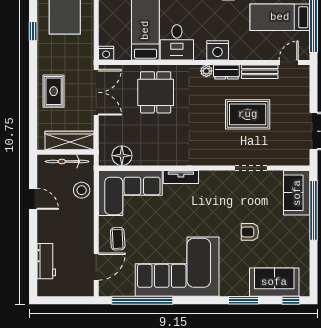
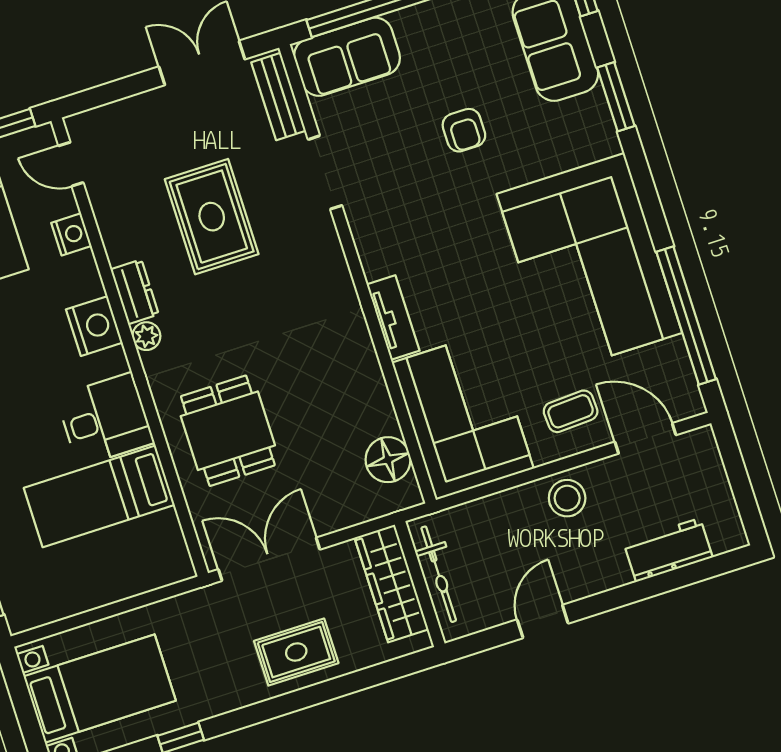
nightstand: (106, 53) -> (71, 234), moved
bench: (260, 72) -> (279, 97), moved
dining table: (156, 92) -> (228, 431), turned 90
stool: (82, 190) -> (567, 498), moved

